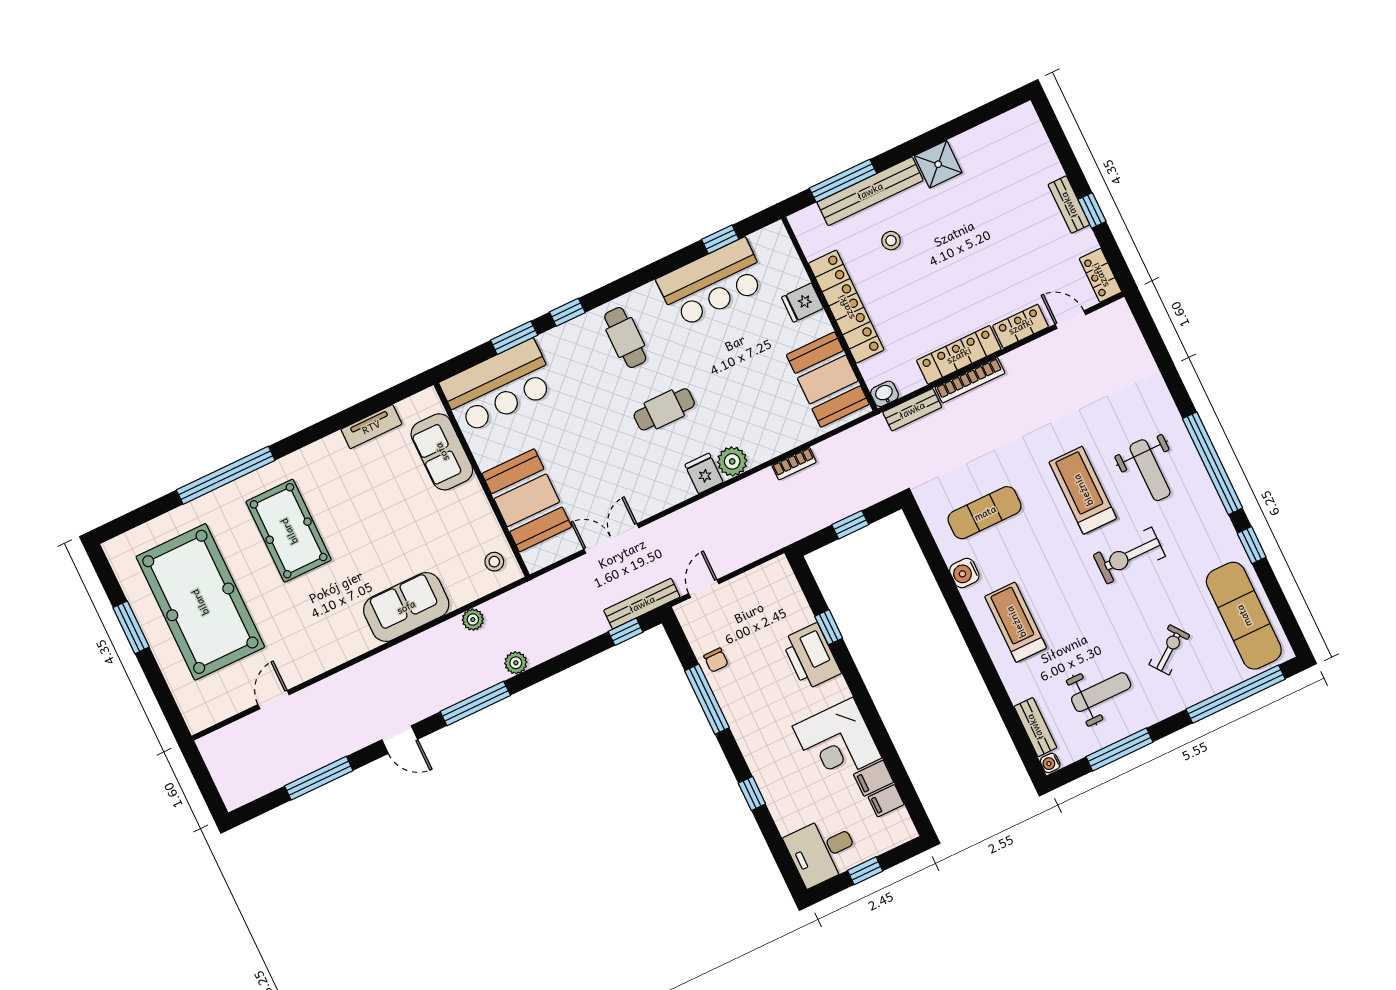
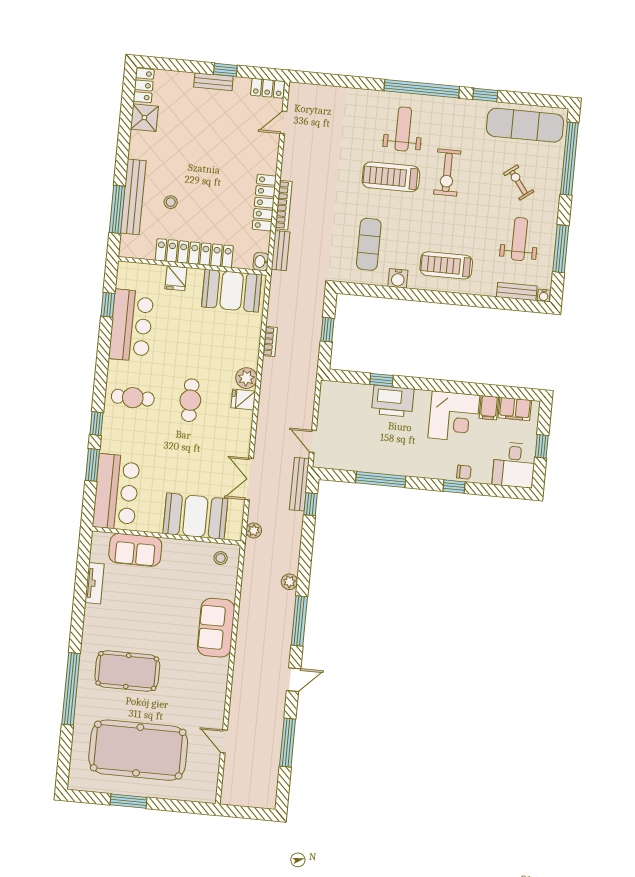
shower: (938, 164) -> (144, 118), moved
locker: (1021, 326) -> (144, 85), moved, turned 180
weight bench: (1150, 470) -> (403, 129), turned -90
plant: (473, 620) -> (254, 530), moved
chair: (716, 660) -> (464, 472), moved
filing cabinet: (886, 801) -> (515, 409), width x2.00

